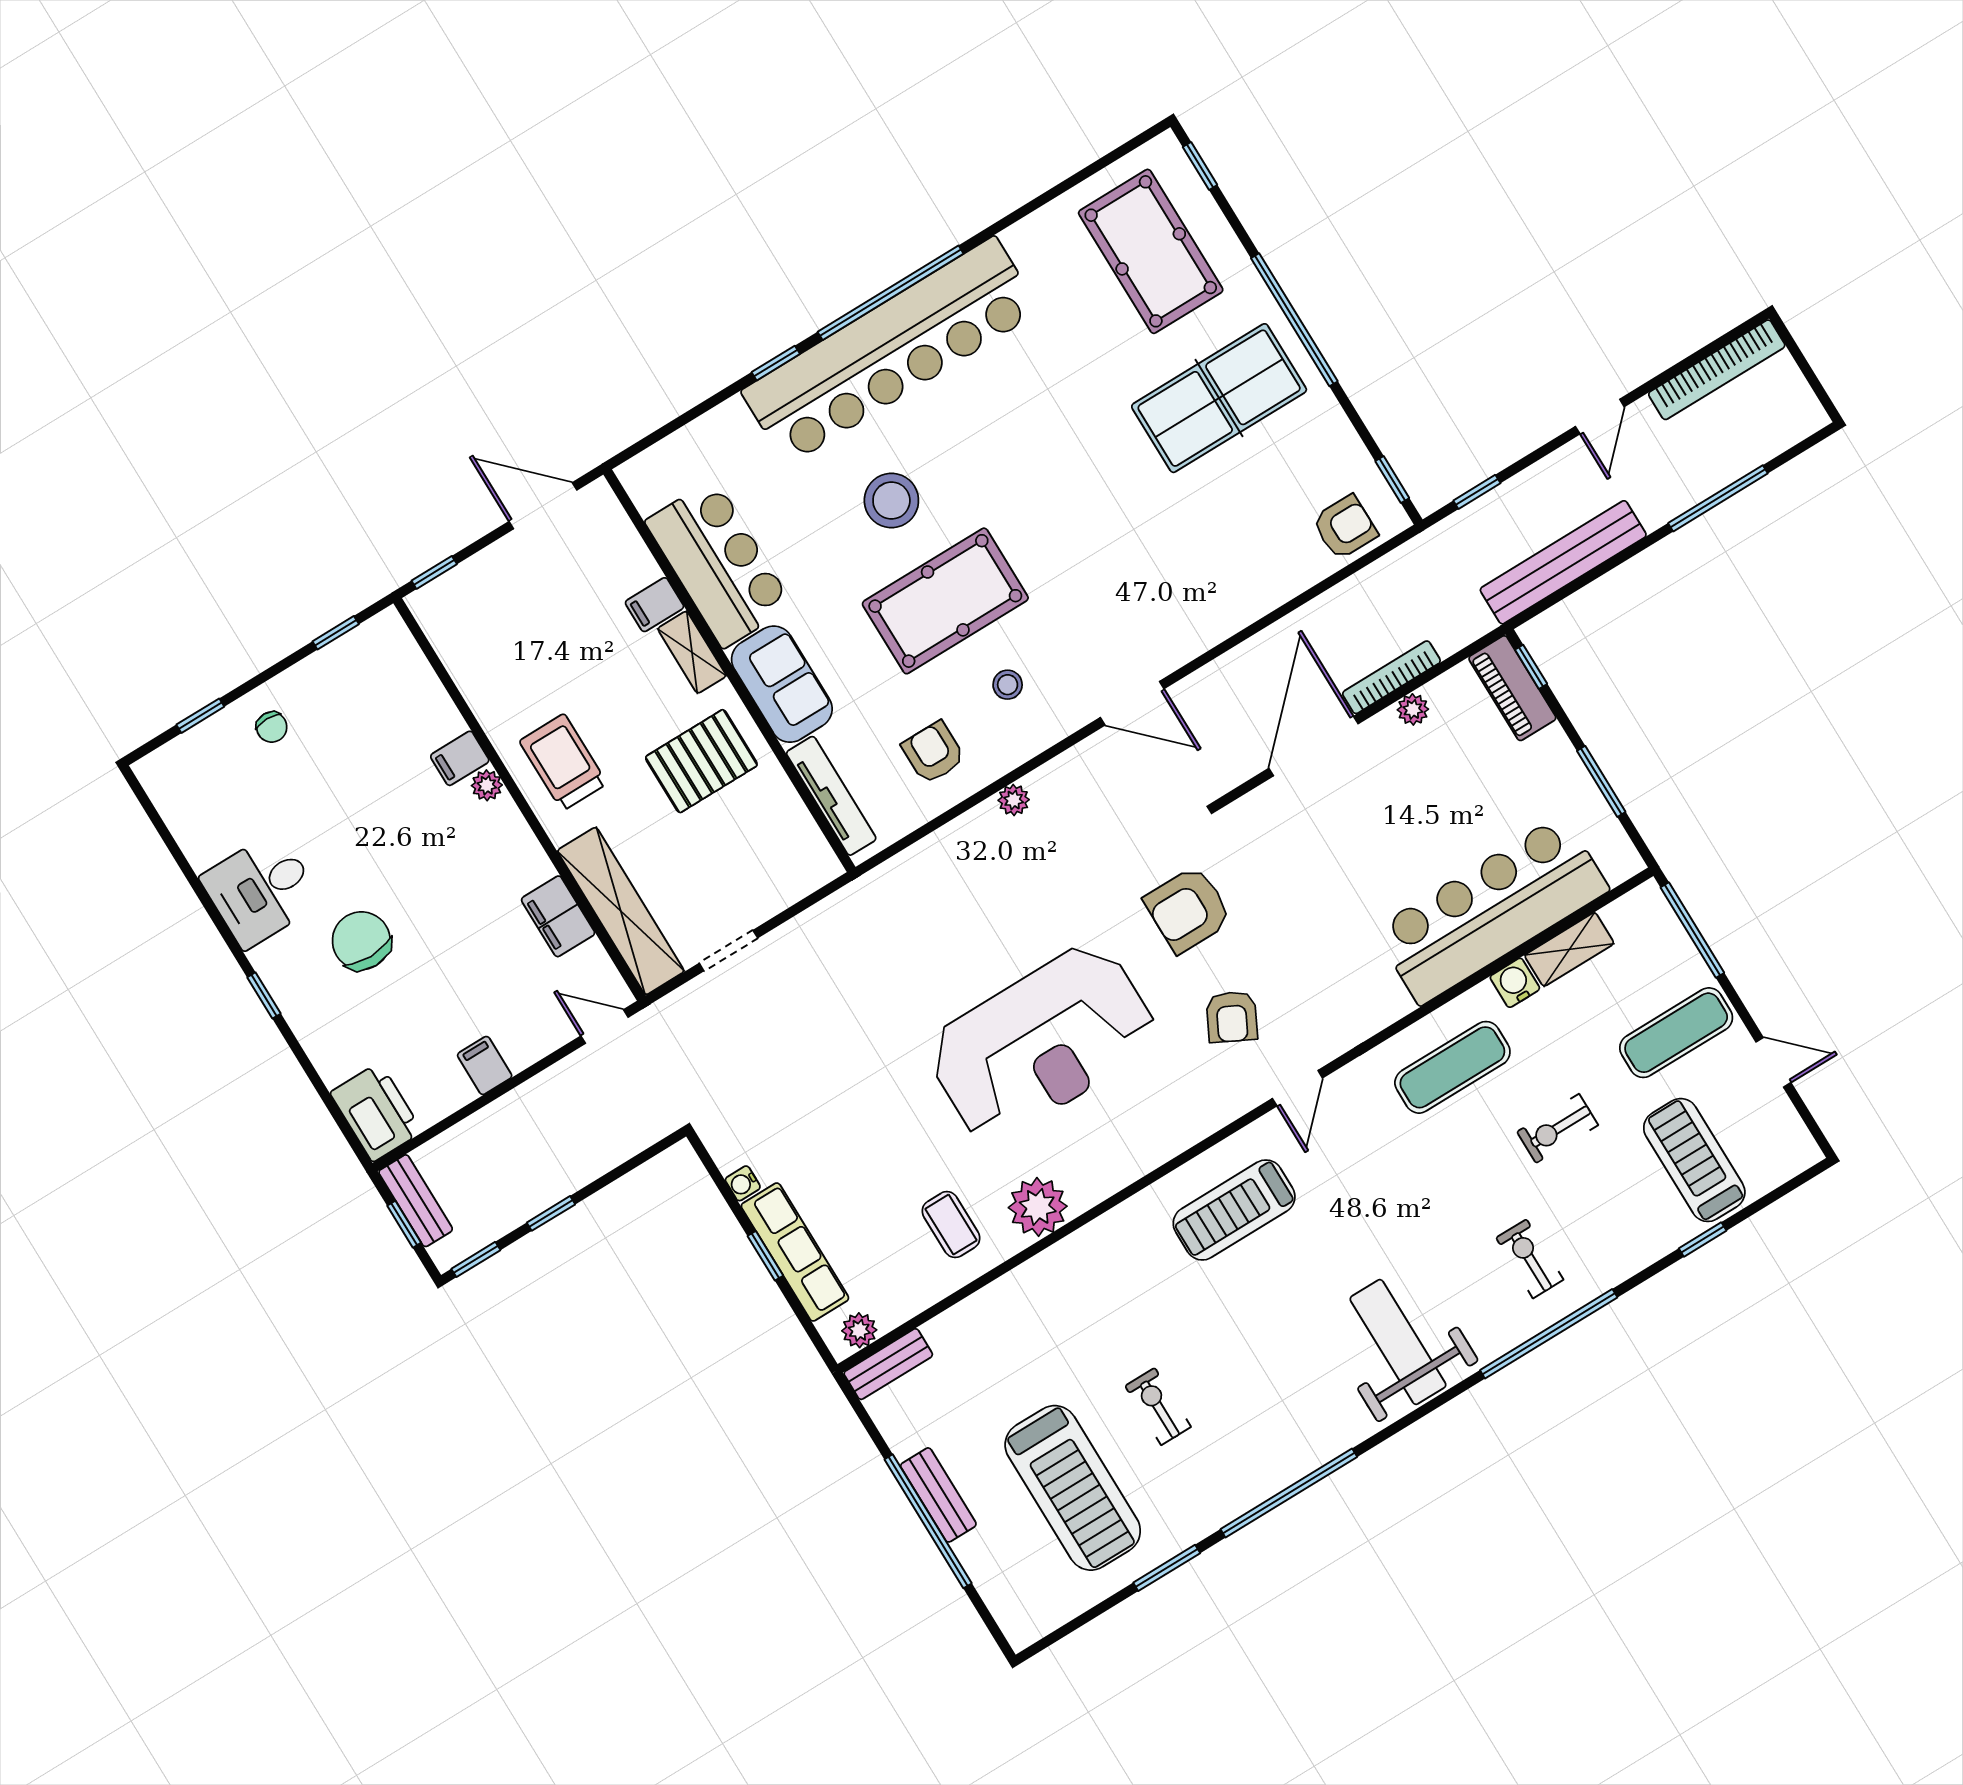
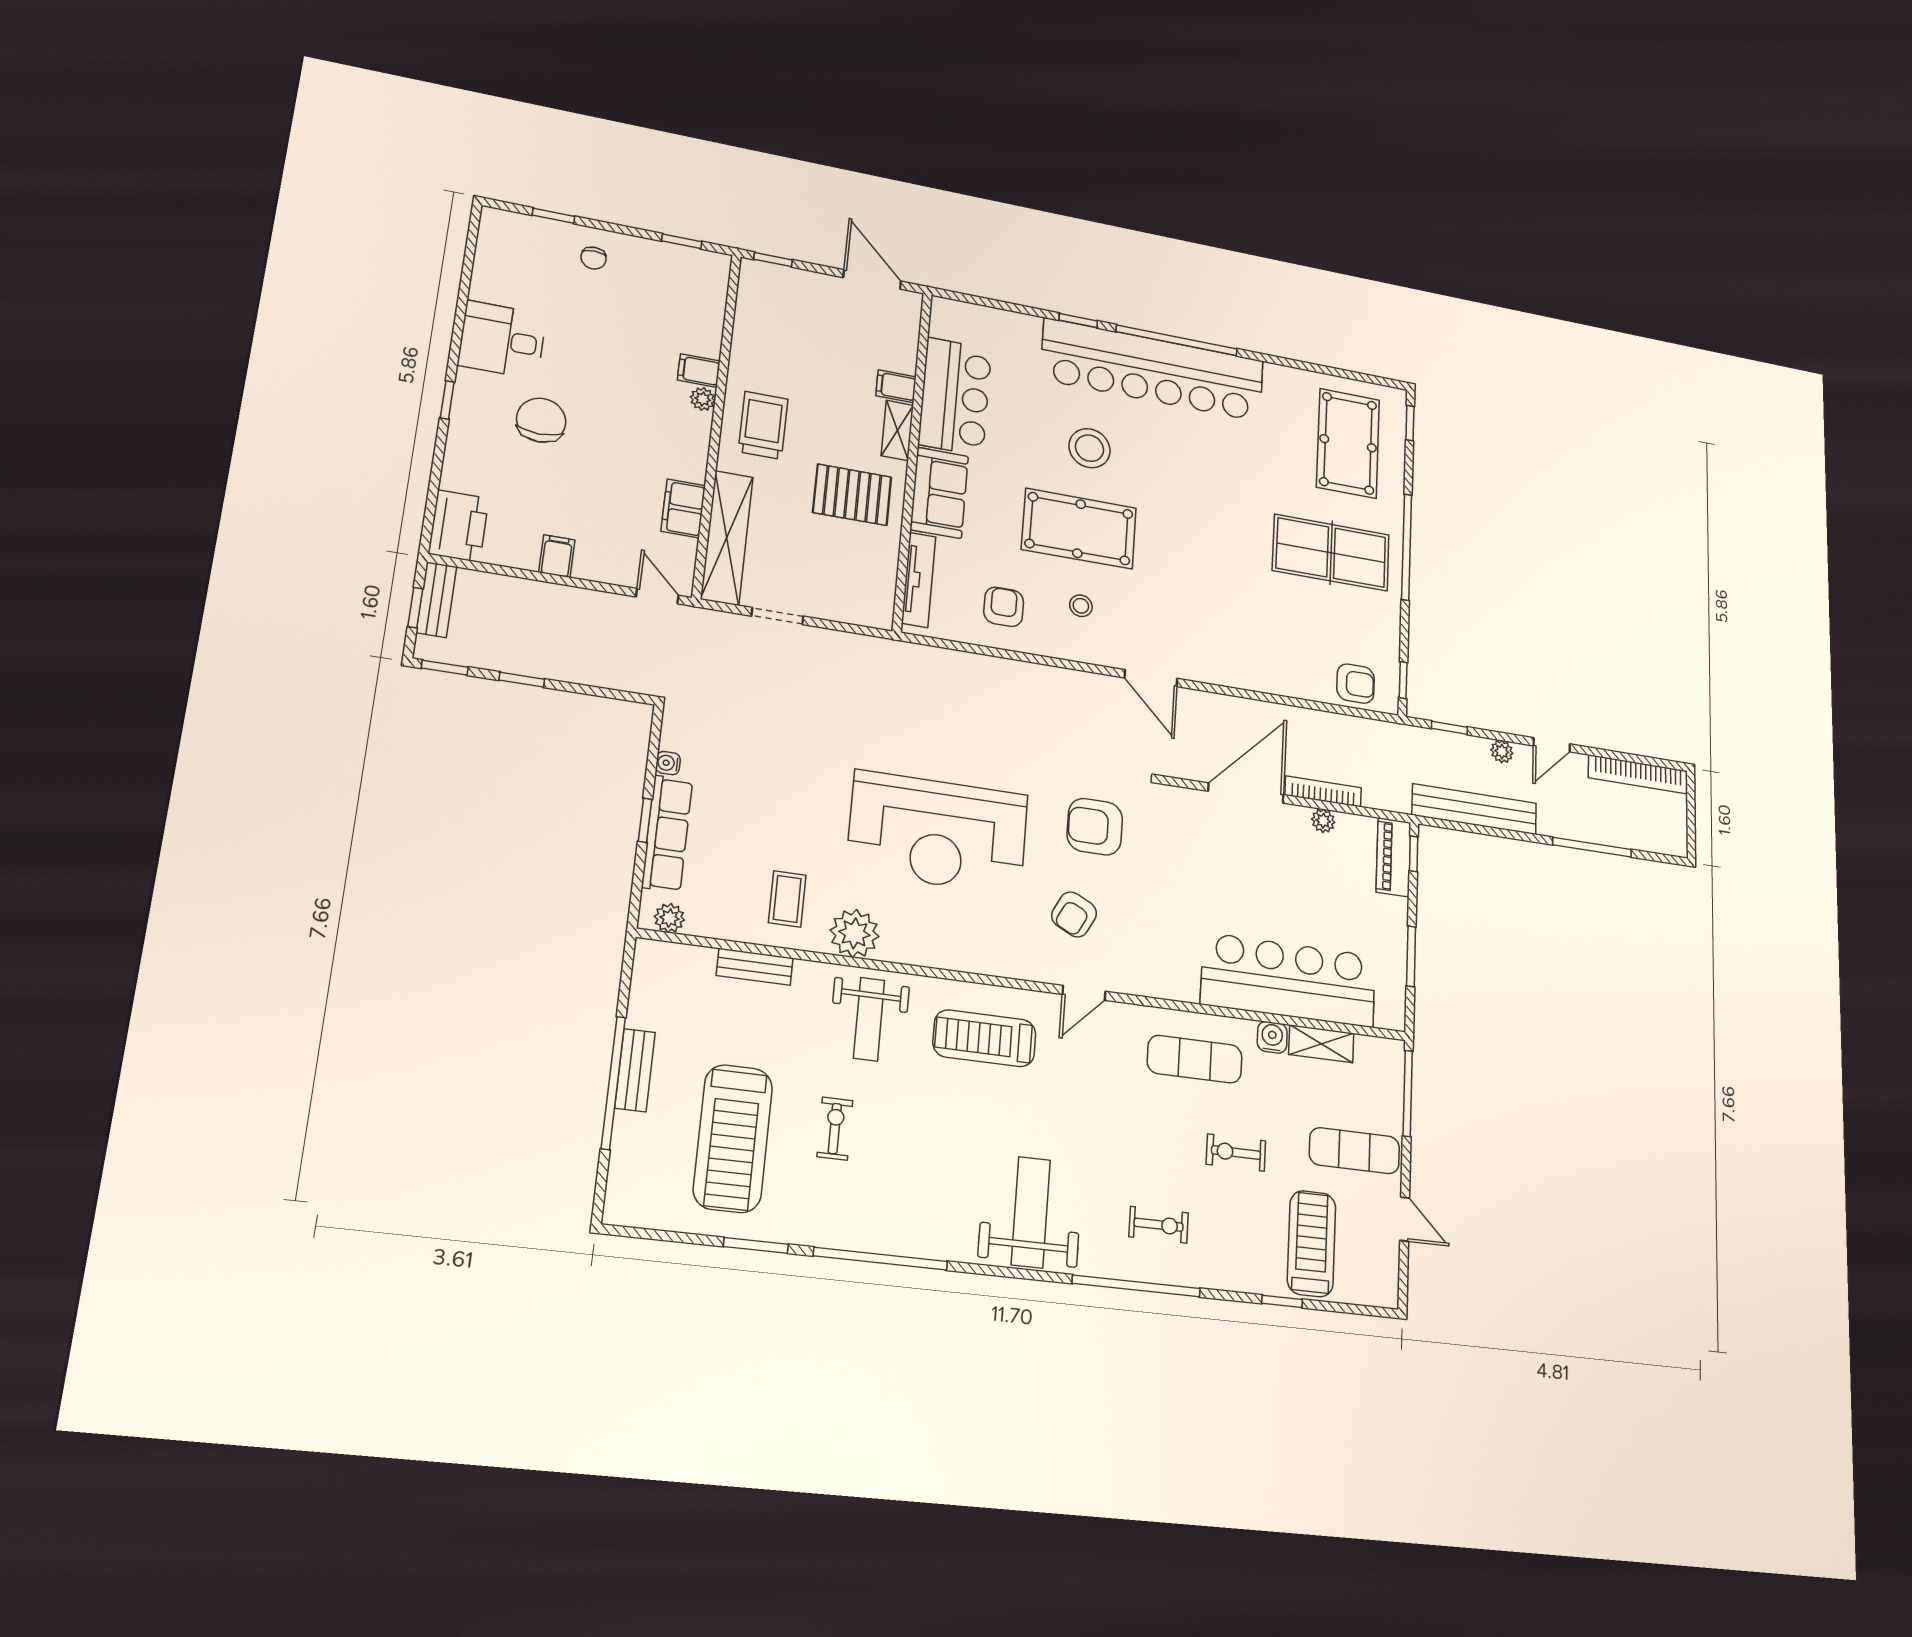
plant: (1014, 800) -> (1502, 751), moved
exercise bike: (1530, 1259) -> (1159, 1225), turned 90
weight bench: (1113, 1279) -> (869, 1019), added
bench: (888, 1364) -> (755, 967), moved

